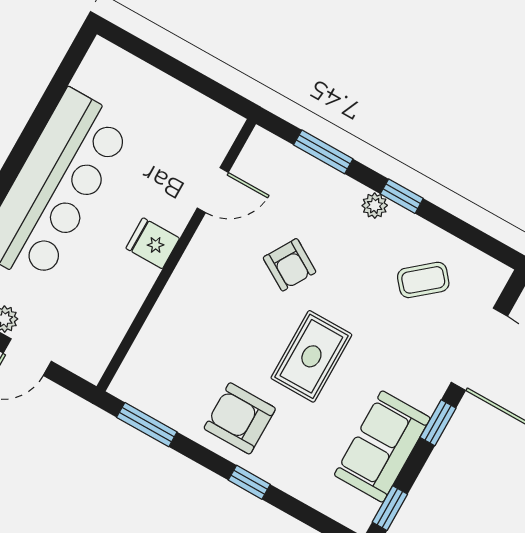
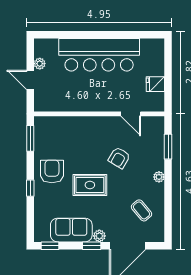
window: (402, 196) -> (168, 185), removed
fridge: (153, 243) -> (155, 84), moved, turned -90
plant: (427, 396) -> (99, 236), added

